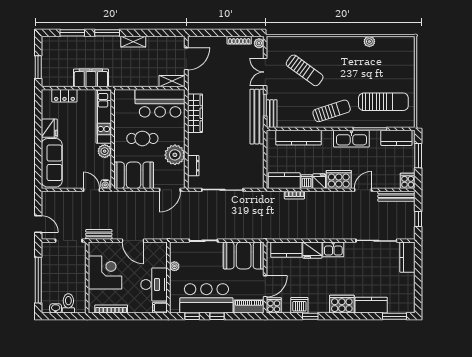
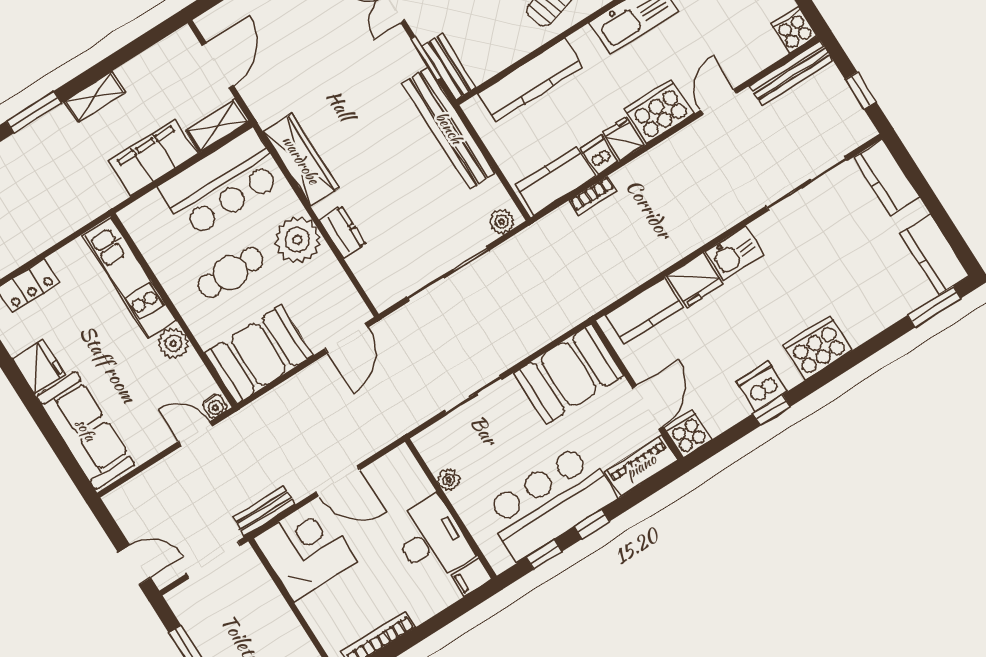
filing cabinet: (91, 78) -> (153, 158), moved
bench: (257, 117) -> (449, 128), moved
plant: (175, 155) -> (297, 240), moved
dresser: (193, 166) -> (342, 232), moved
plant: (255, 183) -> (502, 222), added
corner desk: (105, 272) -> (305, 550), moved
dishwasher: (299, 305) -> (762, 386), moved
kitchen counter: (371, 305) -> (935, 255), moved, turned -90

